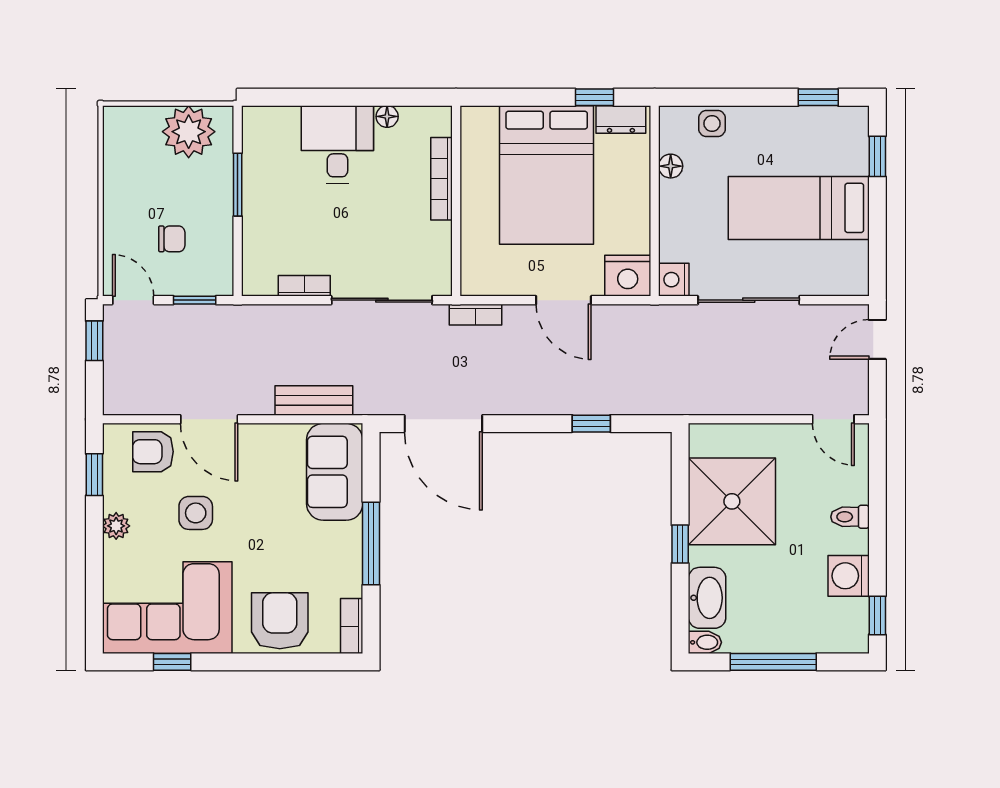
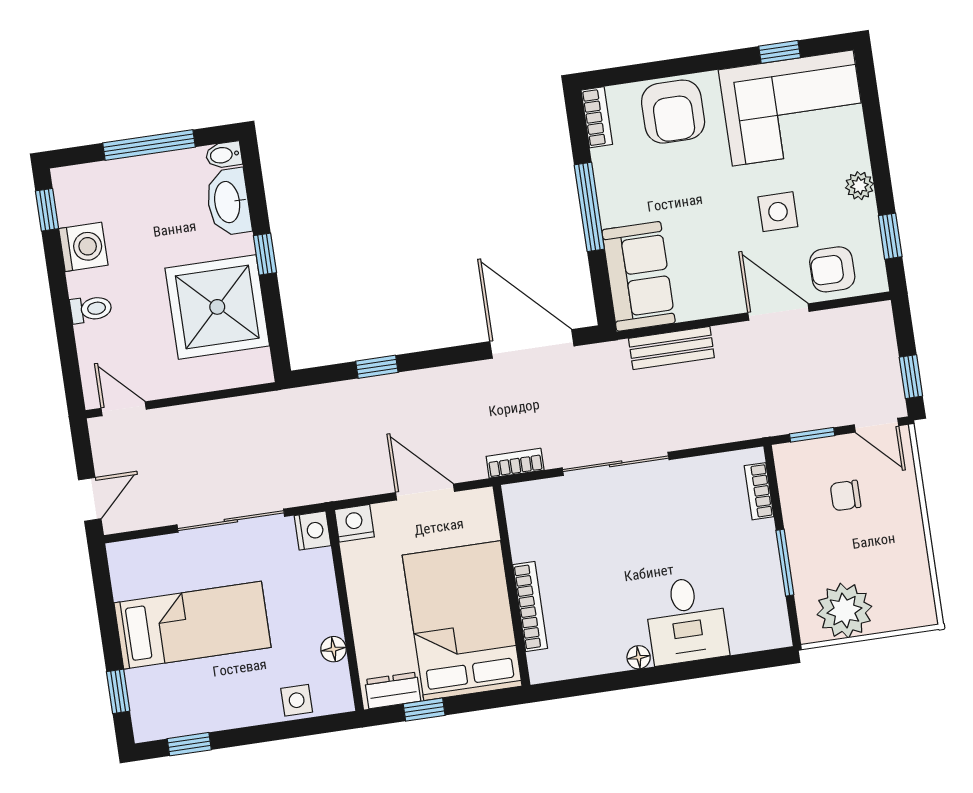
bookcase: (441, 179) -> (530, 606), moved
wall: (456, 201) -> (512, 586), moved
nightstand: (628, 276) -> (354, 523), width x0.74, depth x0.75
bookcase: (304, 286) -> (759, 491), moved, turned 90
armchair: (153, 452) -> (832, 269), turned 180

